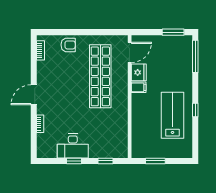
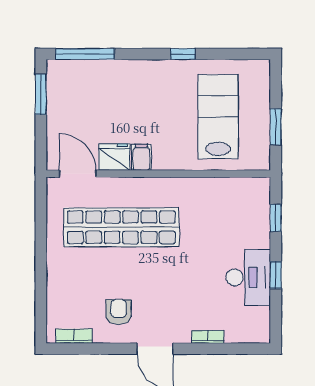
armchair: (68, 45) -> (119, 312), moved
lab bench: (173, 115) -> (218, 117), moved, turned 90

